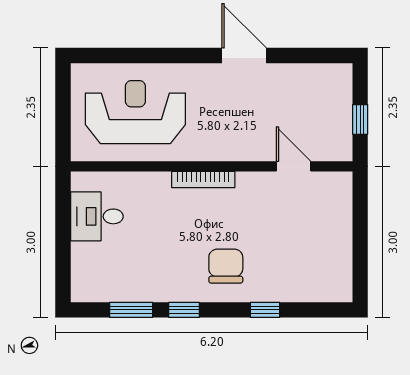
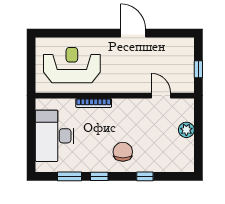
bookcase: (203, 179) -> (94, 103), moved
desk: (97, 216) -> (55, 136), width x1.87, depth x1.30
plant: (339, 227) -> (186, 130), added

